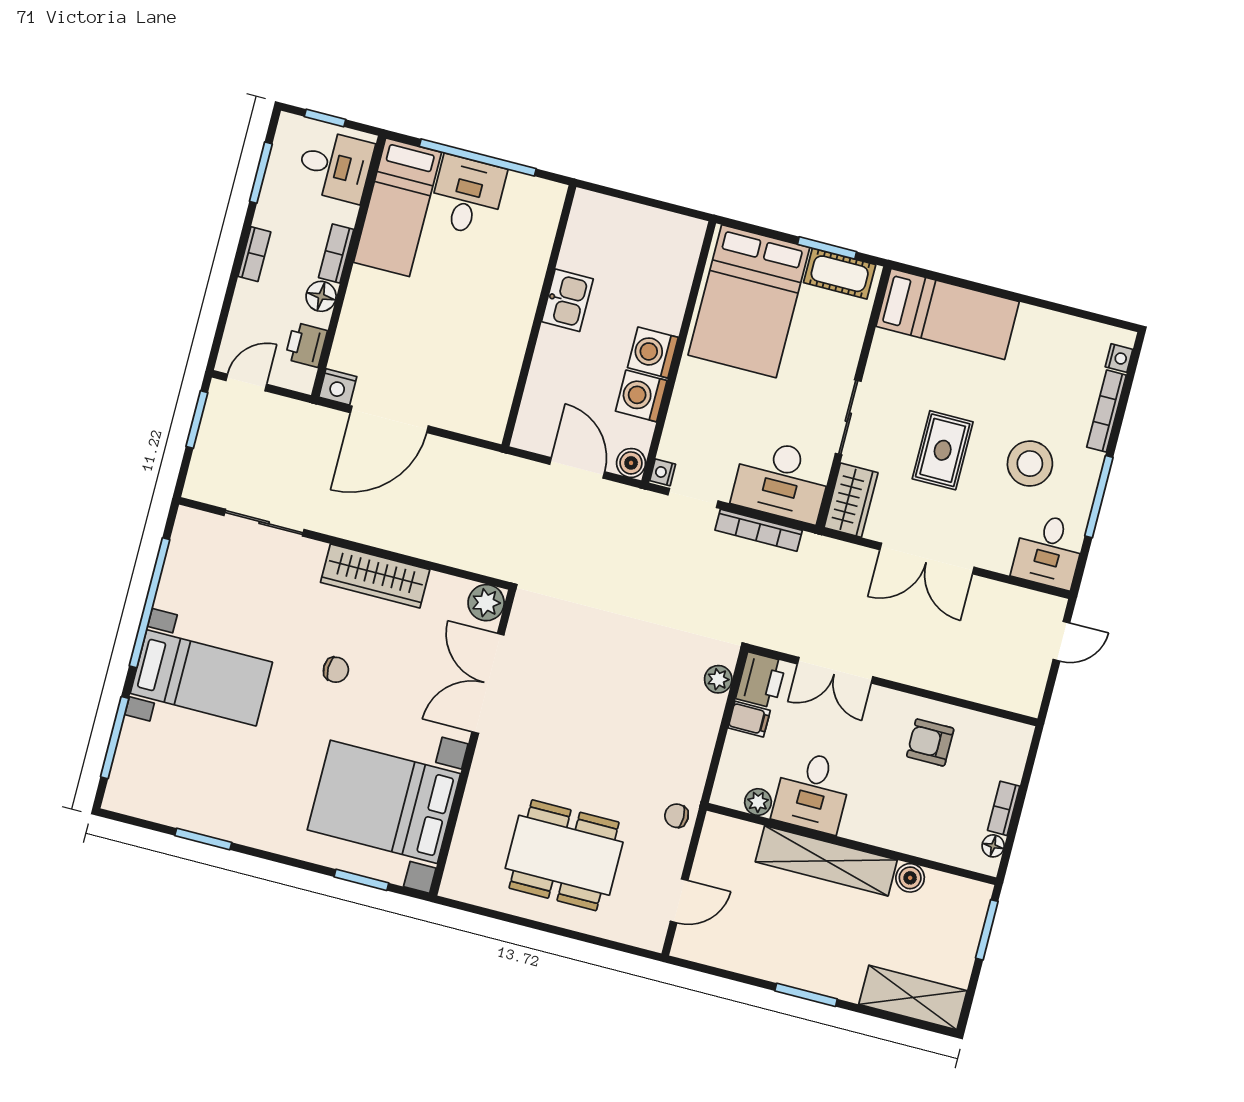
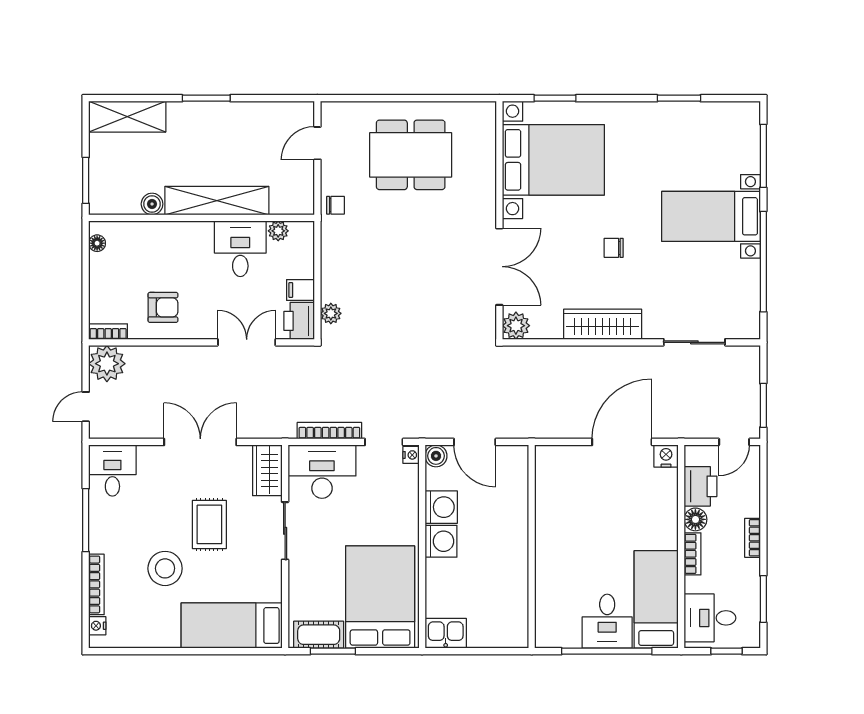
kitchen sink: (567, 300) -> (446, 633), moved, turned 90
printer: (306, 345) -> (700, 486), width x1.36, depth x1.24
stool: (1030, 464) -> (165, 568), moved
plant: (1020, 689) -> (107, 364), added
bookcase: (1004, 808) -> (108, 332), moved, turned -90

